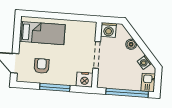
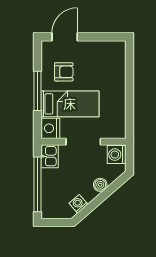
bed: (42, 33) -> (70, 104), moved, turned -90
kitchen sink: (148, 82) -> (50, 156), moved, turned 90

